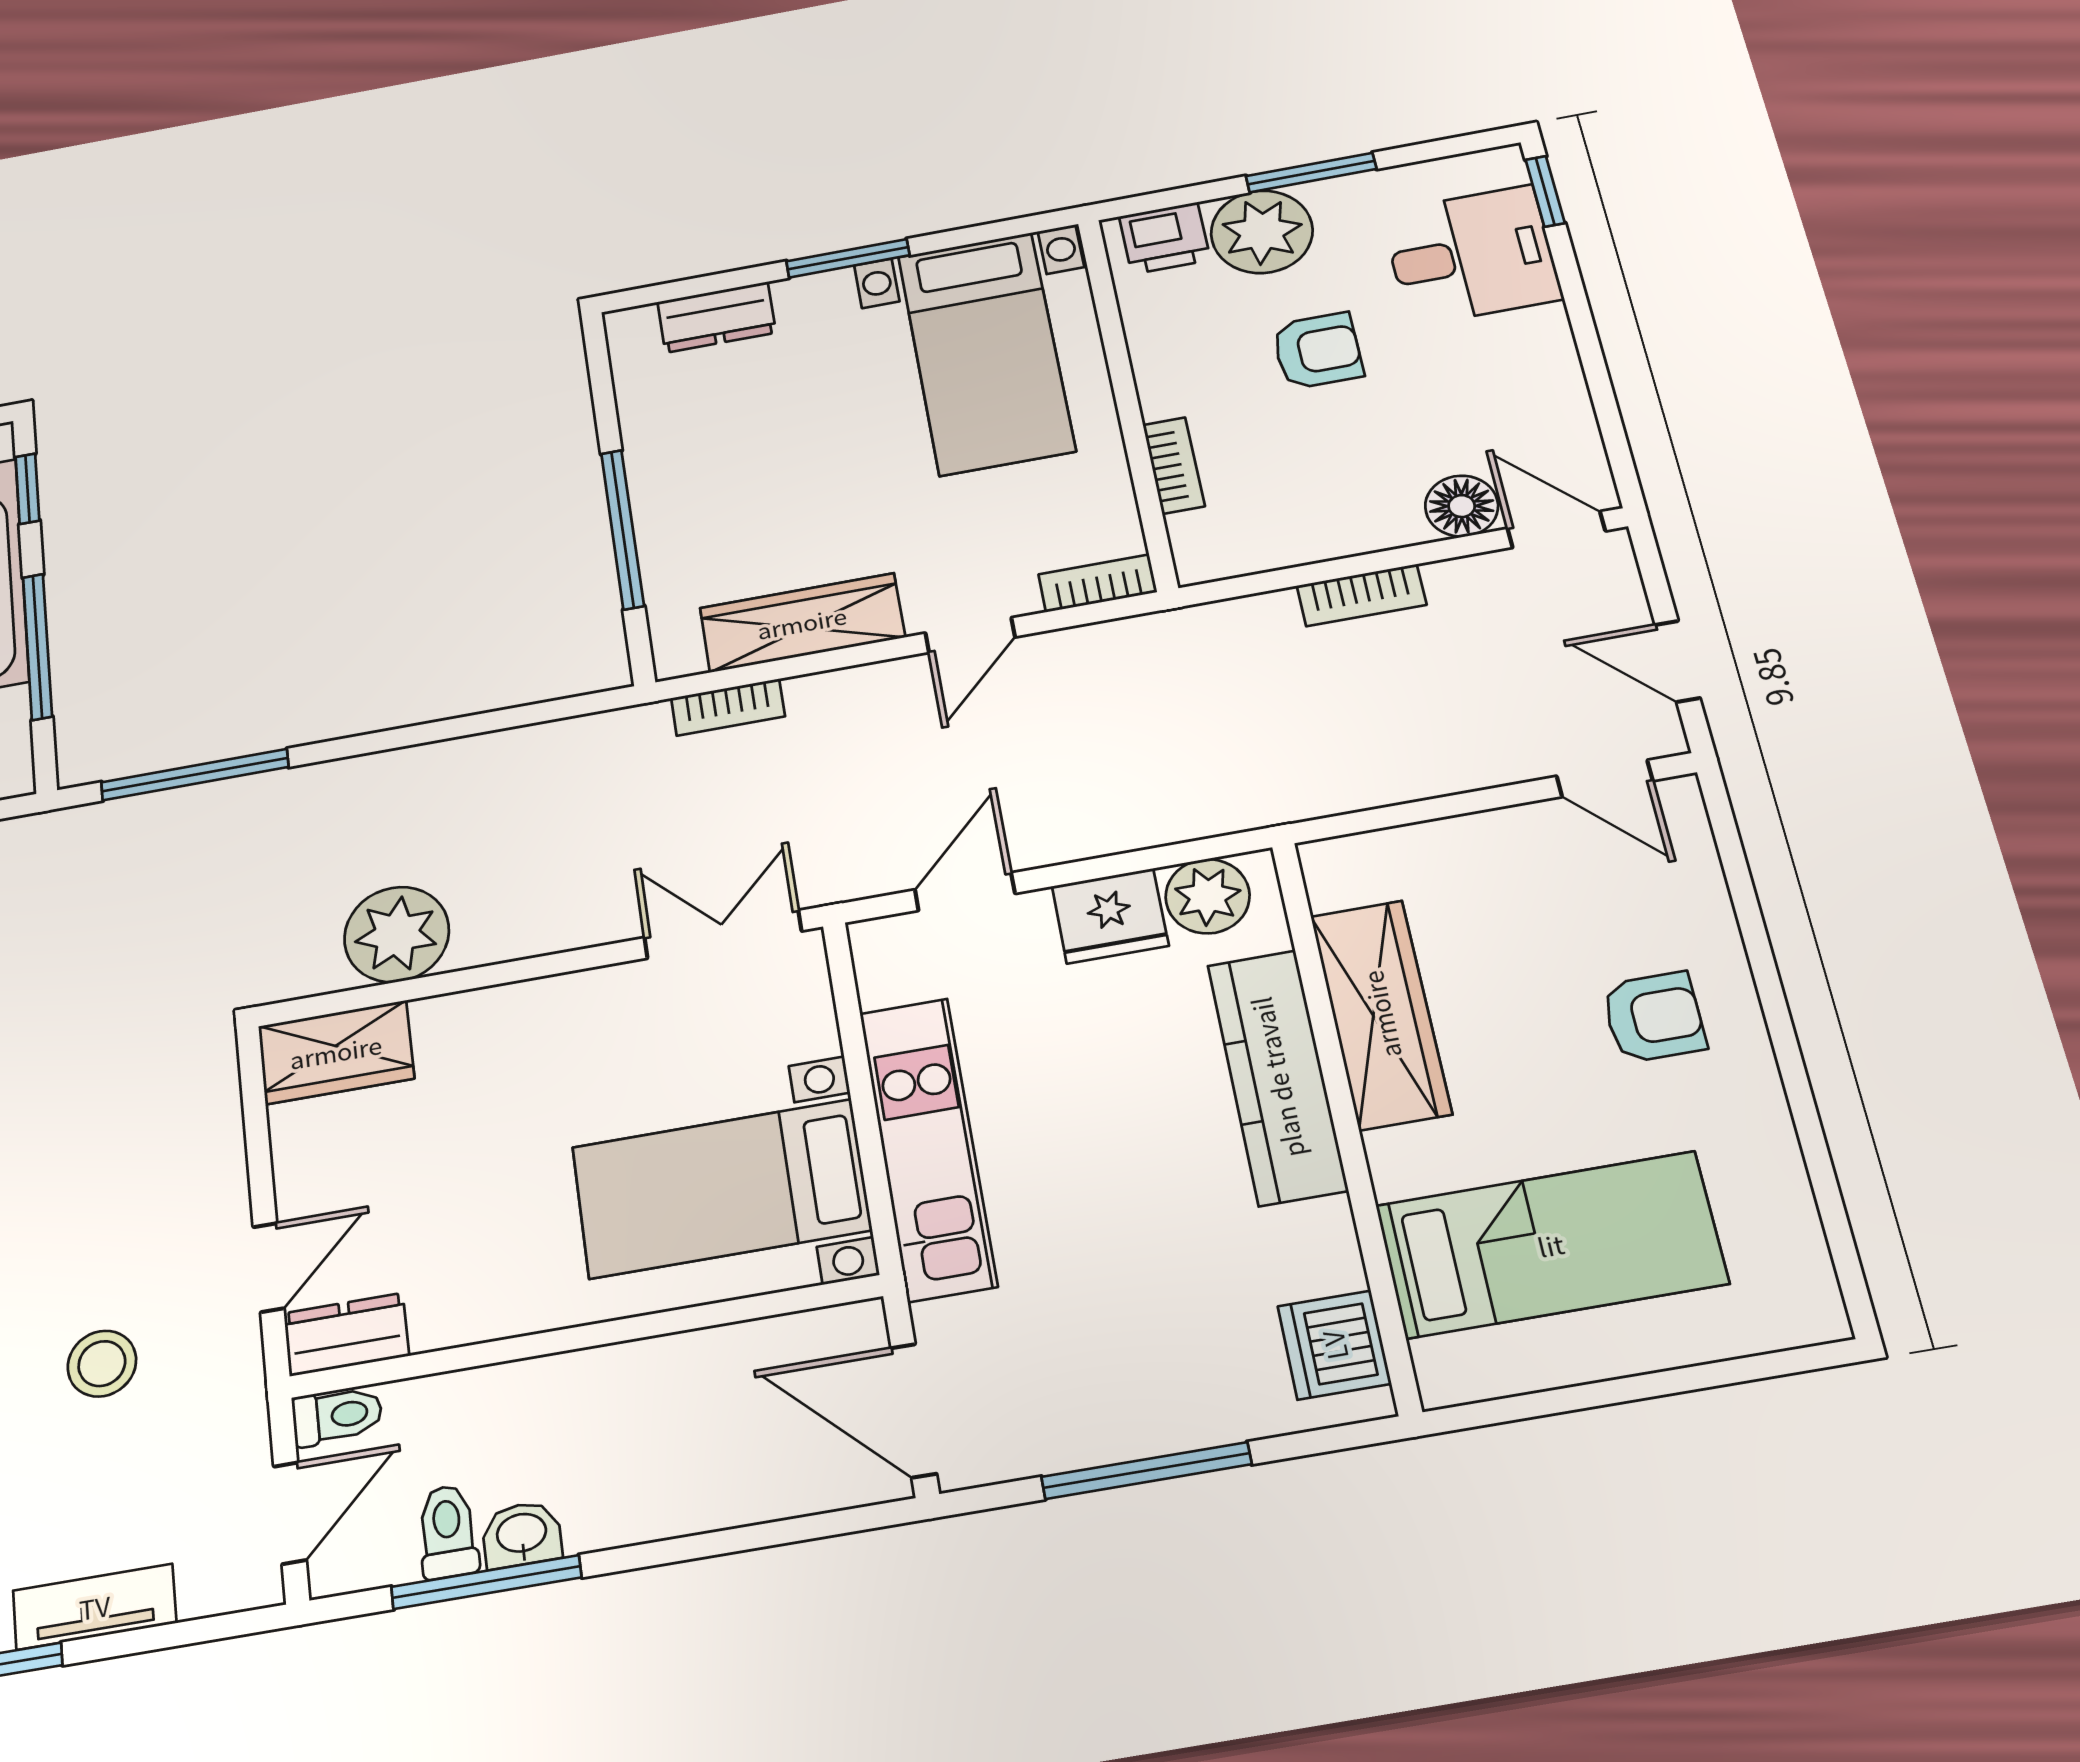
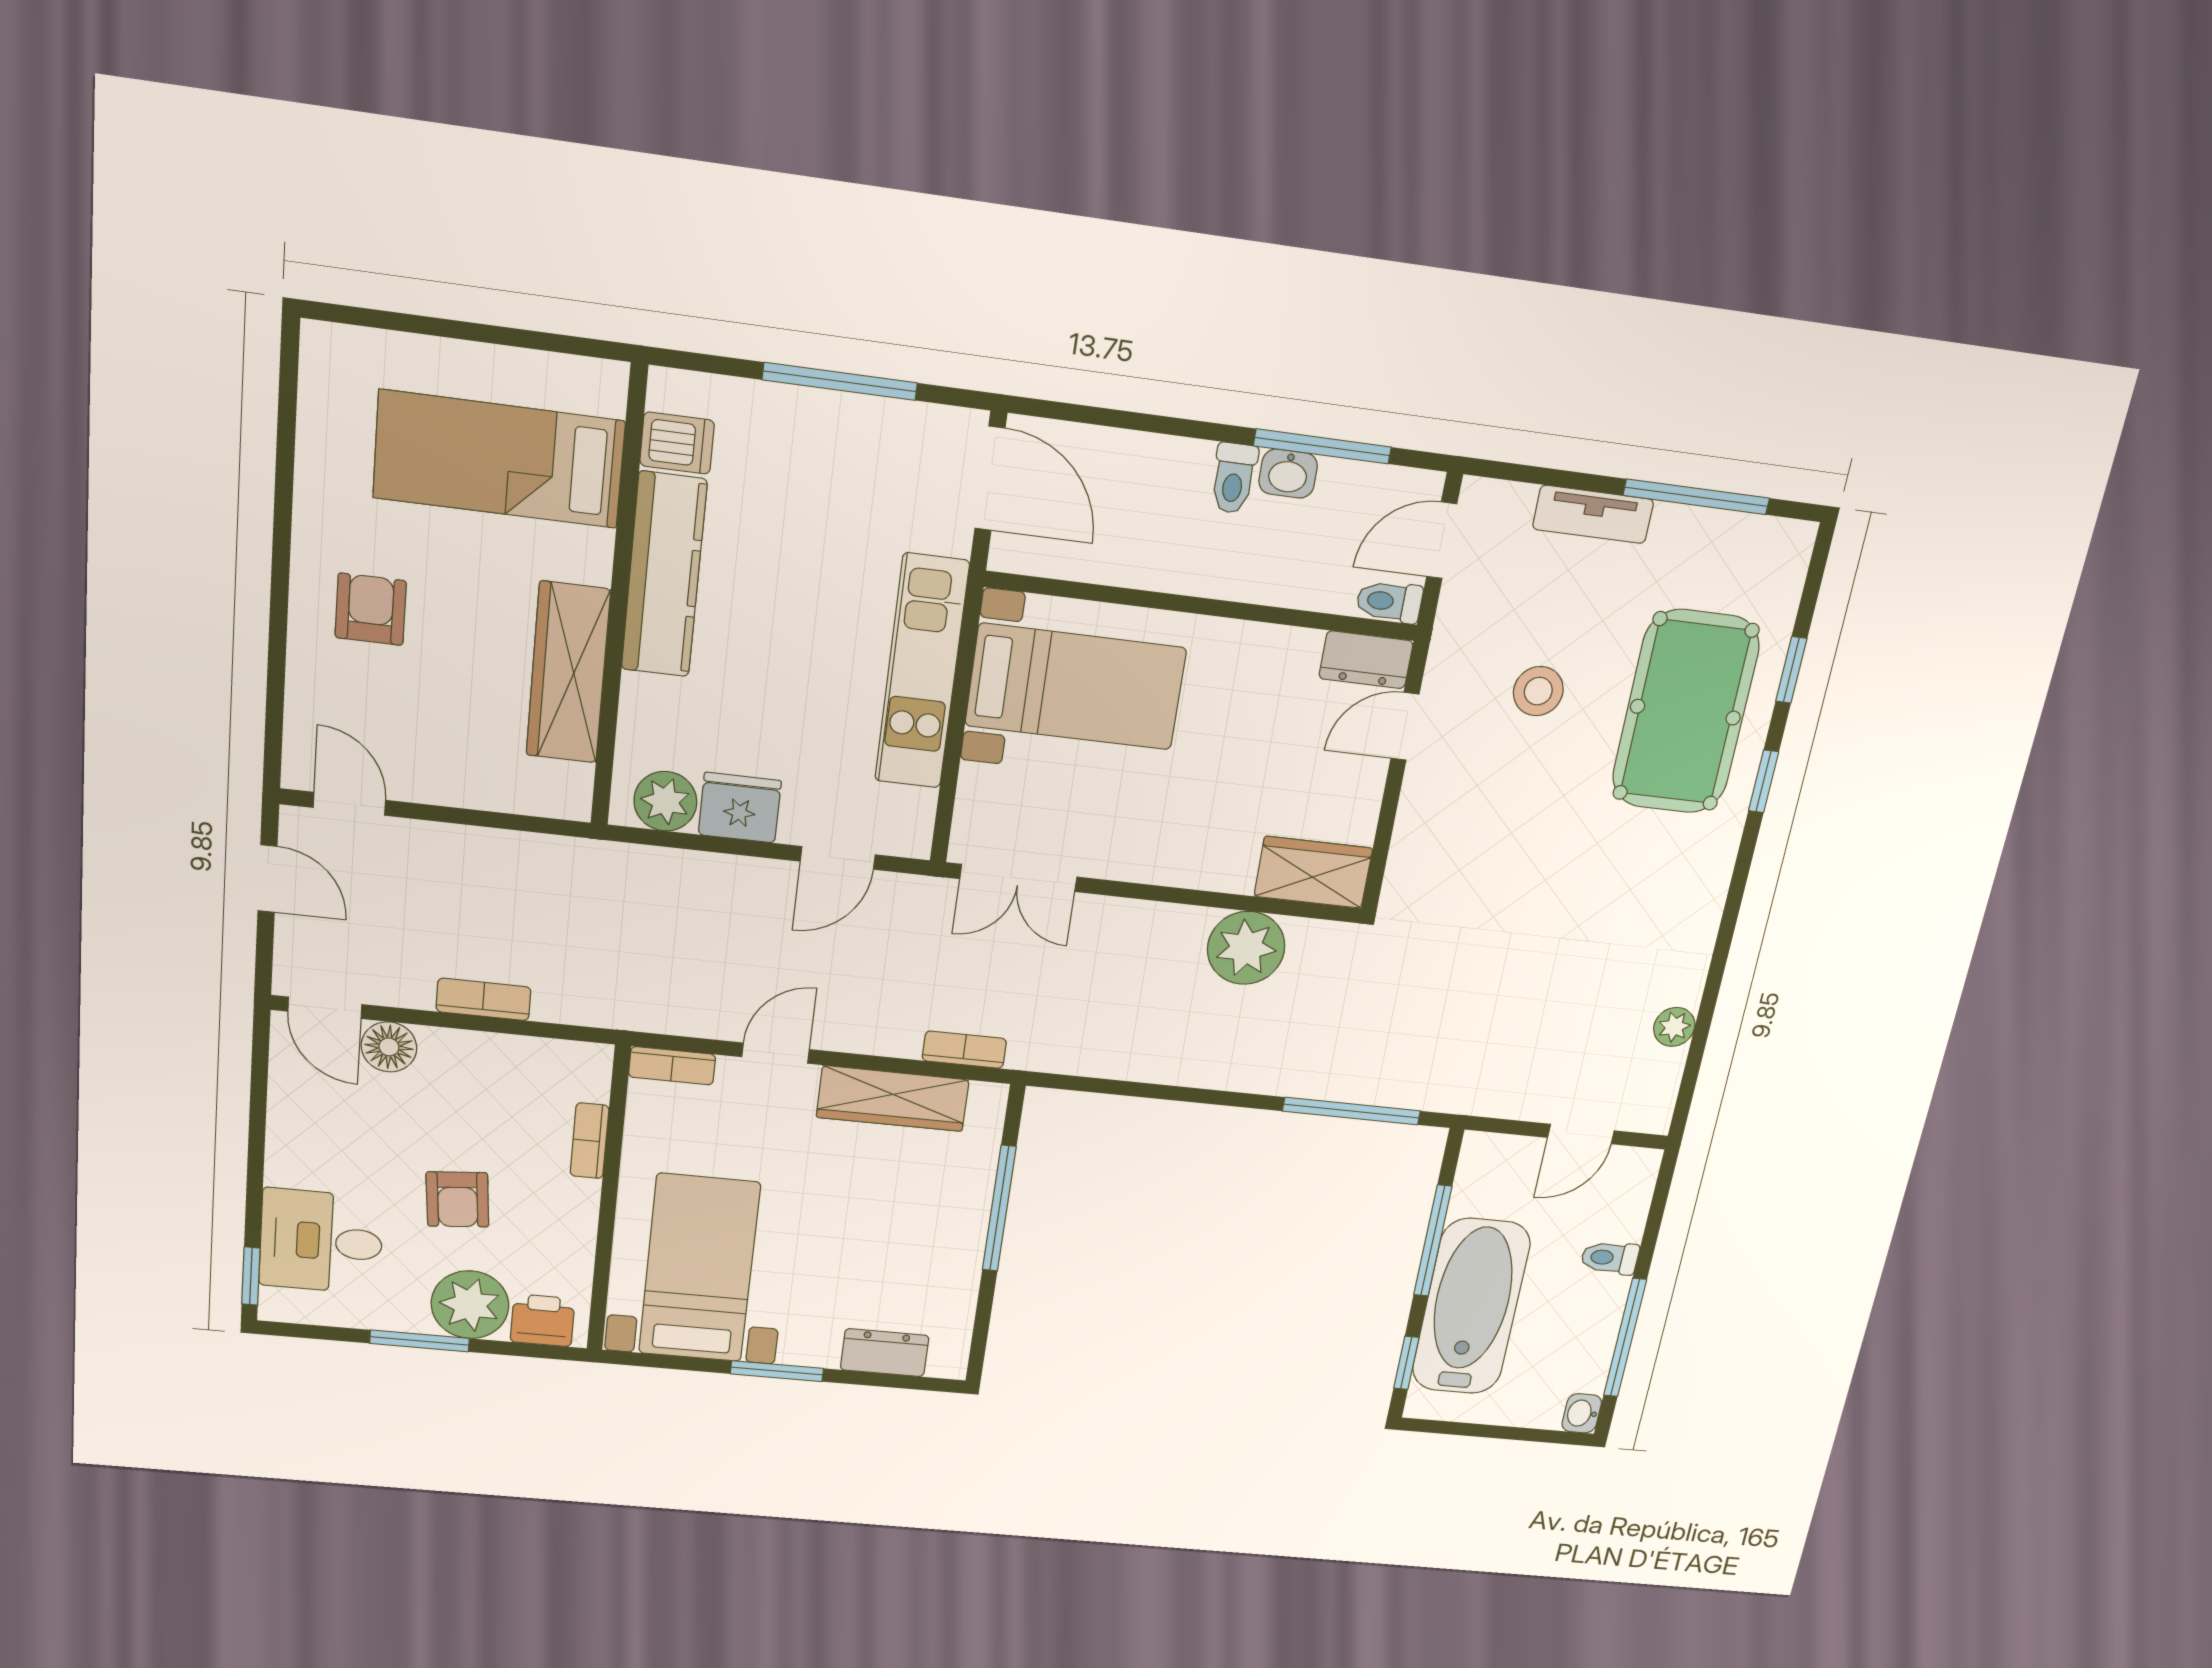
armchair: (1318, 351) -> (458, 1199), turned -95
armchair: (1654, 1017) -> (371, 609), turned 90
kitchen counter: (1277, 1077) -> (664, 575), moved
dishwasher: (1334, 1345) -> (677, 443), width x0.73
toilet: (448, 1532) -> (1234, 478), moved

